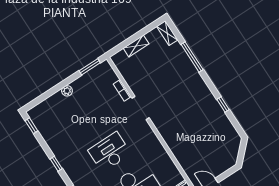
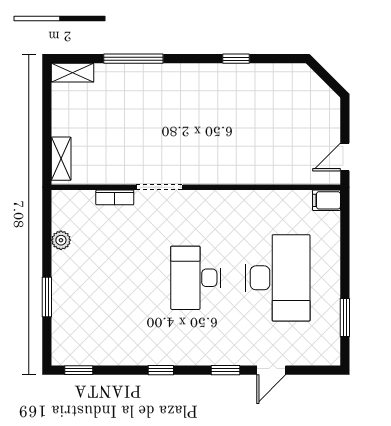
shelving: (136, 46) -> (61, 159), moved
window: (90, 67) -> (47, 297), moved
plant: (67, 91) -> (61, 240), moved

